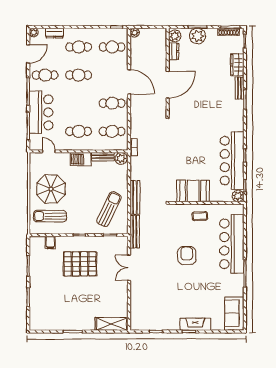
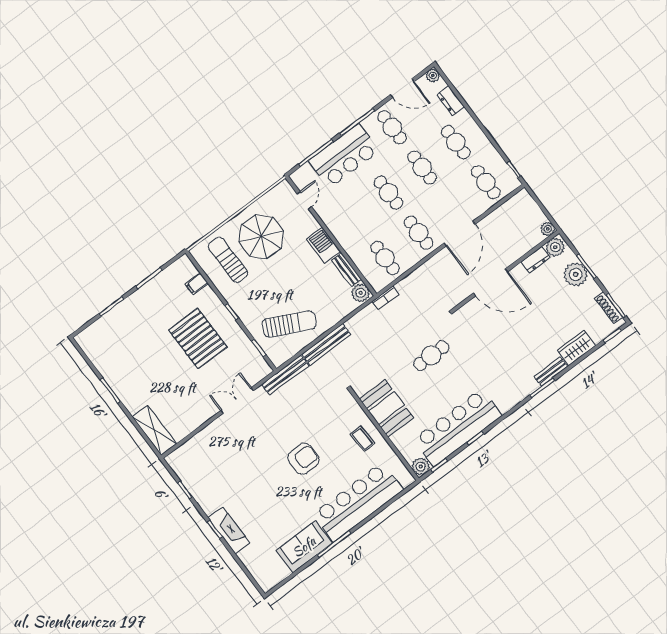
plant: (135, 33) -> (548, 229), moved
cafe table: (79, 131) -> (389, 193), moved
cafe table: (183, 146) -> (431, 356), added
sofa: (234, 313) -> (304, 547), moved

